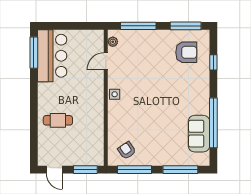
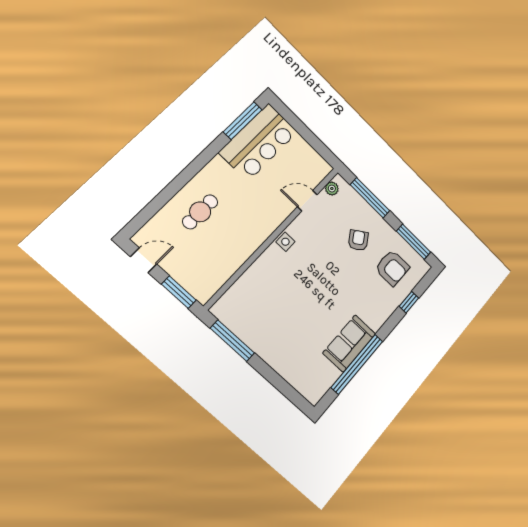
cafe table: (58, 120) -> (200, 212), turned 90
sofa: (199, 134) -> (349, 343), moved
armchair: (127, 150) -> (358, 240), moved
door: (54, 170) -> (144, 260), swing flipped
window: (180, 170) -> (281, 384), removed

